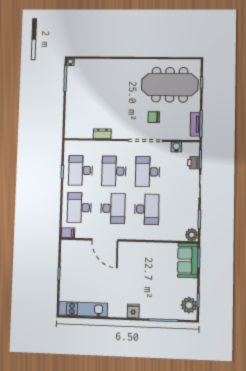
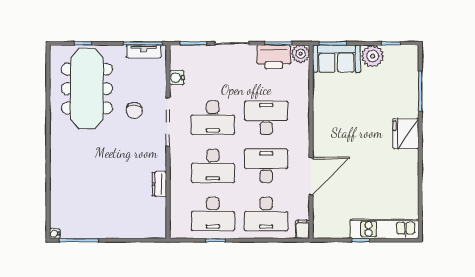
printer: (193, 163) -> (274, 57), moved, width x1.87, depth x1.48
plant: (189, 305) -> (373, 56), moved
kitchen unit: (83, 309) -> (384, 229), moved, turned 90
fridge: (133, 311) -> (406, 134), width x1.88, depth x1.34

